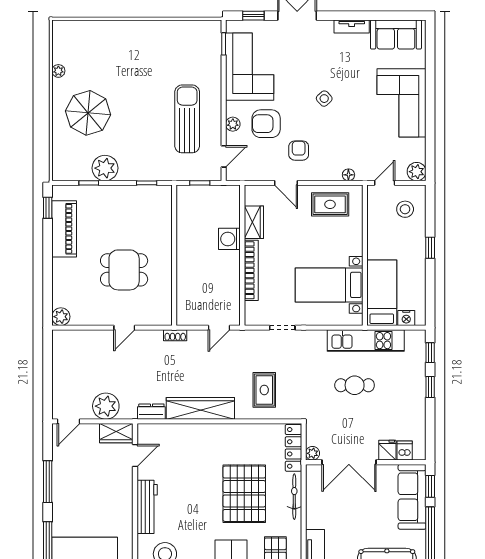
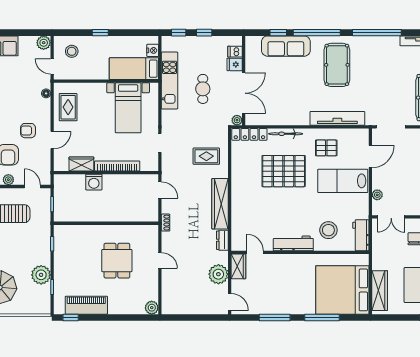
fridge: (387, 450) -> (235, 64), moved
dishwasher: (405, 451) -> (235, 52), moved
plant: (313, 453) -> (237, 120), moved
double door: (349, 462) -> (244, 93), moved
wall: (366, 462) -> (244, 81), moved

